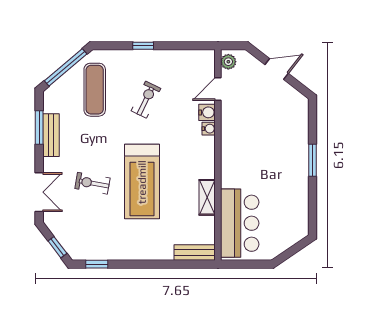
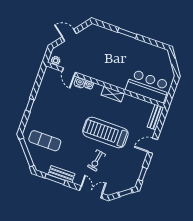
door: (277, 69) -> (69, 35), hinge flipped
exercise bike: (146, 100) -> (61, 114), removed
treadmill: (142, 182) -> (105, 132), turned 180
shelving: (207, 197) -> (113, 94), moved
door: (147, 264) -> (153, 146), added

